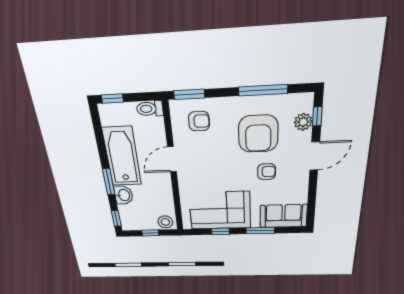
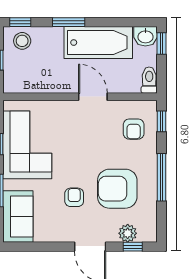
window: (263, 90) -> (161, 177), moved
window: (189, 94) -> (161, 121), width x0.67
armchair: (267, 172) -> (74, 197), turned 180
washbasin: (124, 195) -> (145, 36), moved
stool: (165, 222) -> (22, 41), moved

